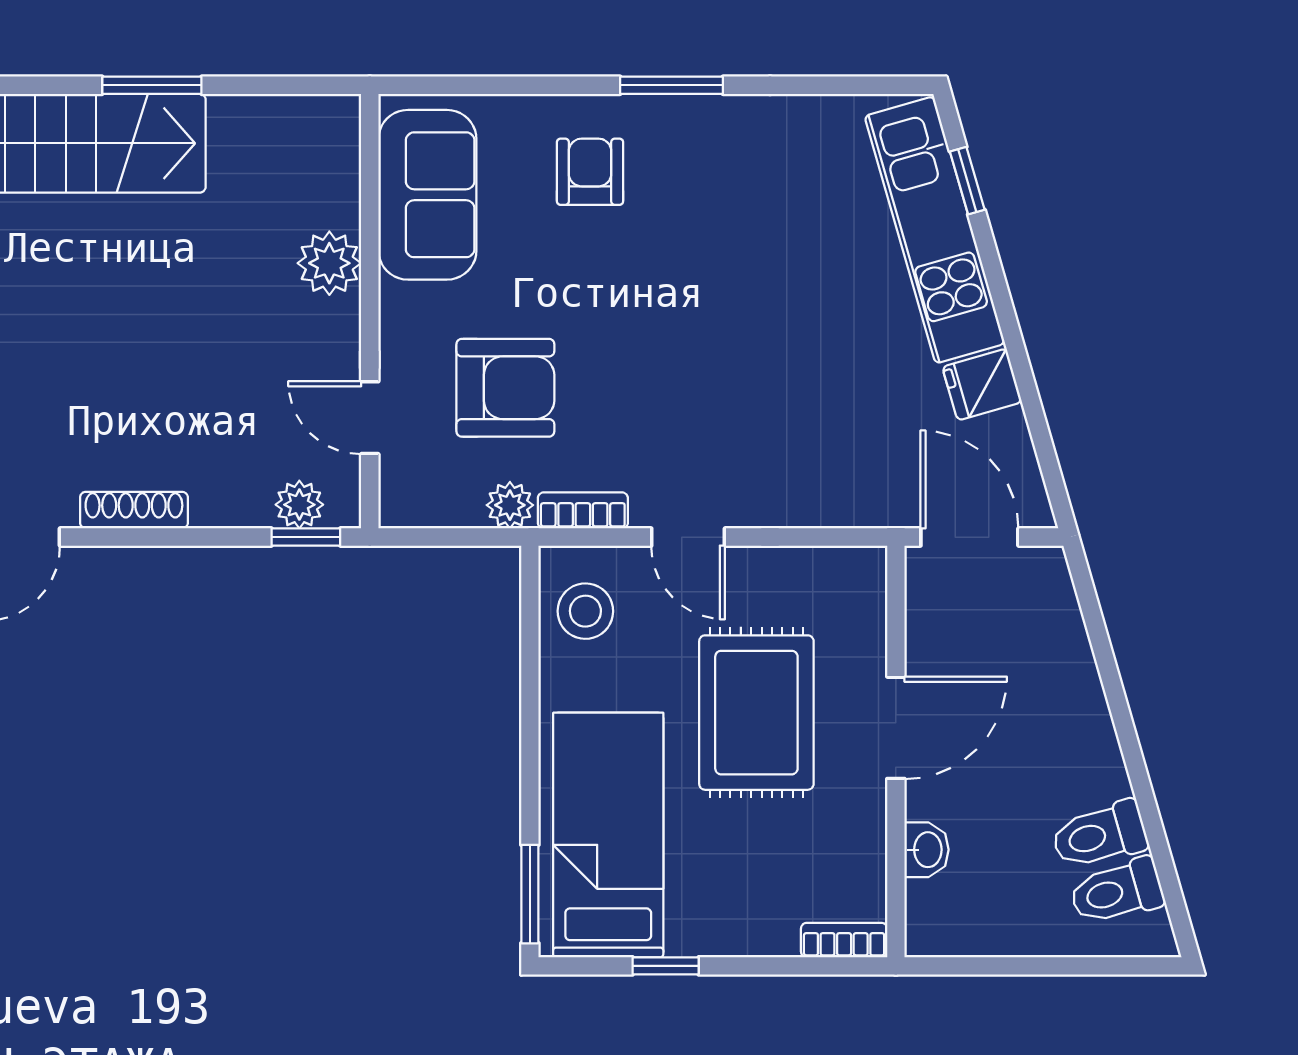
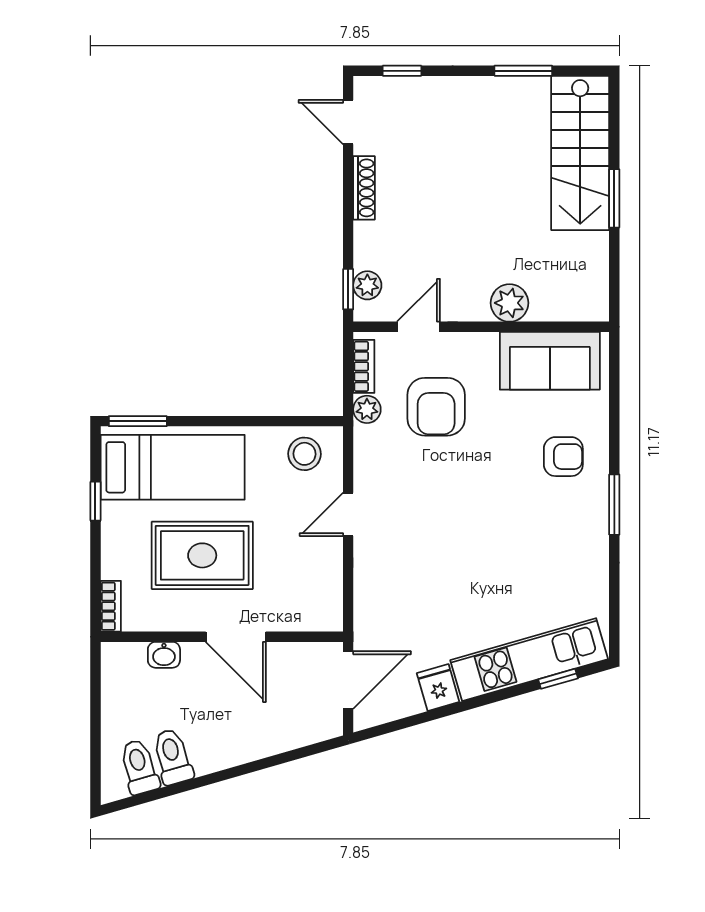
bookcase: (583, 510) -> (364, 366), moved
rug: (756, 713) -> (202, 555), moved

